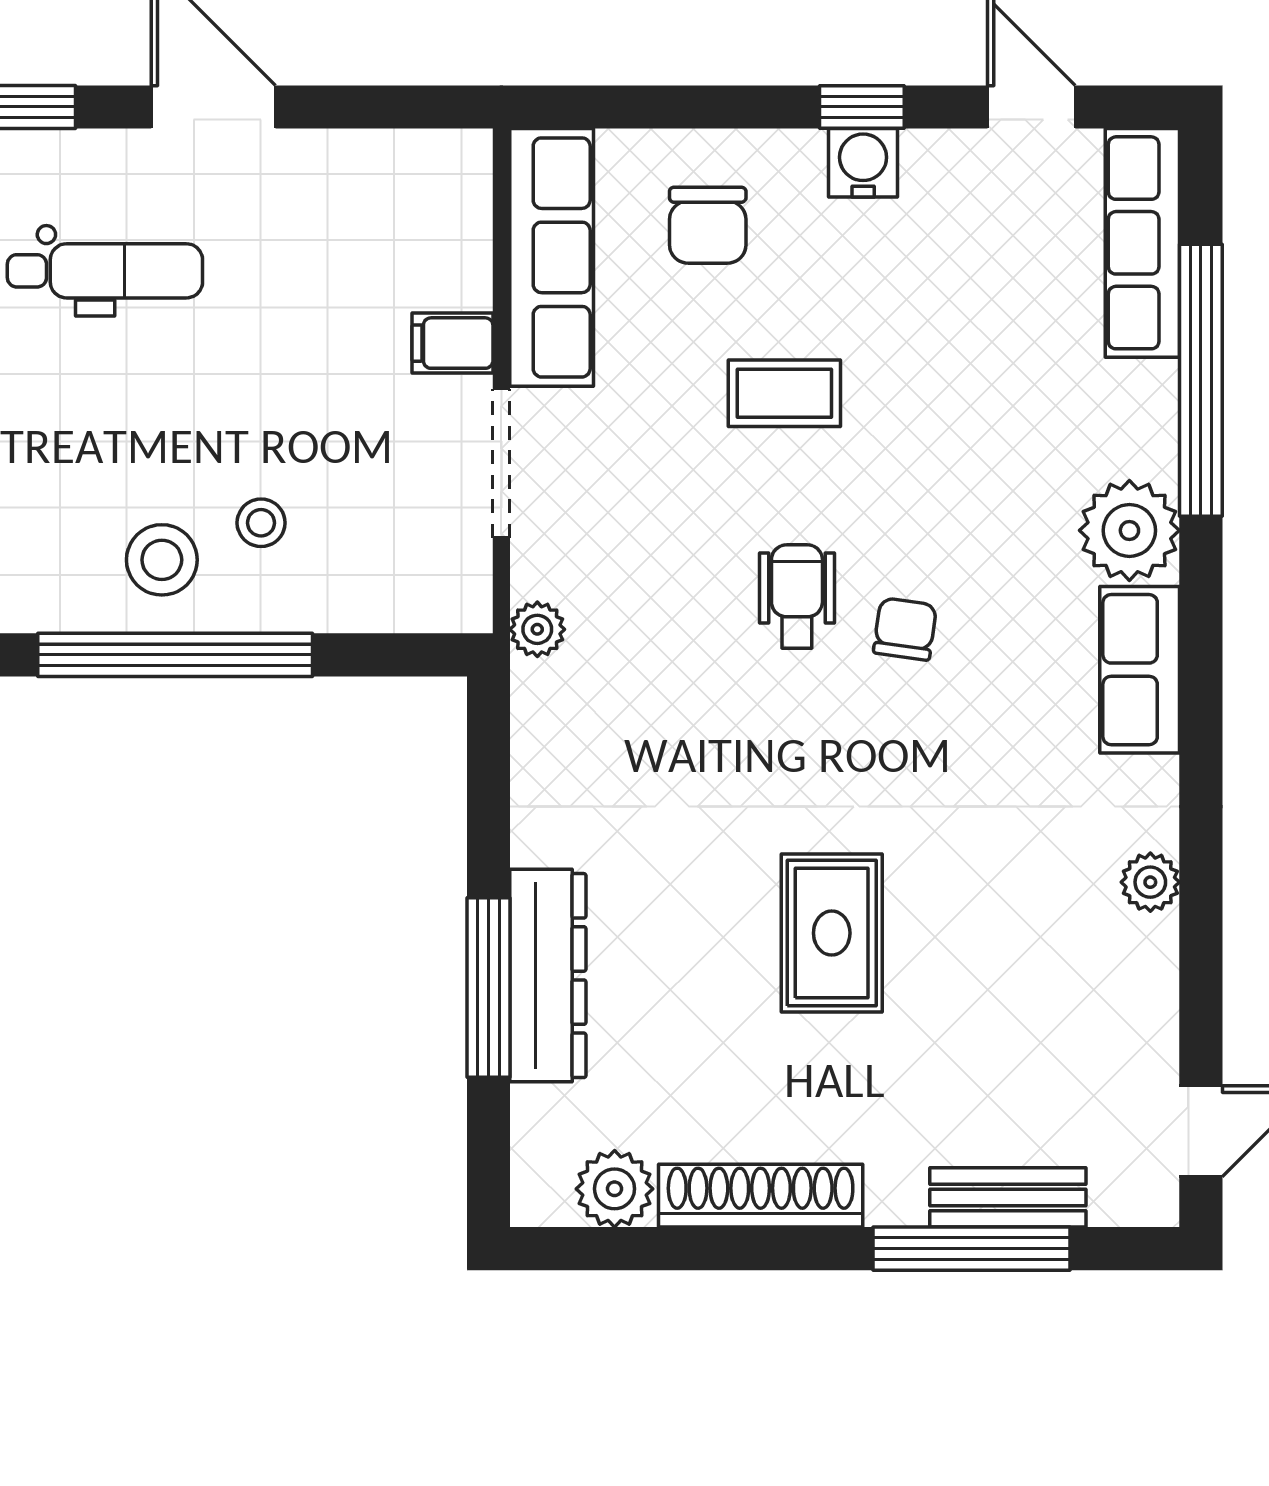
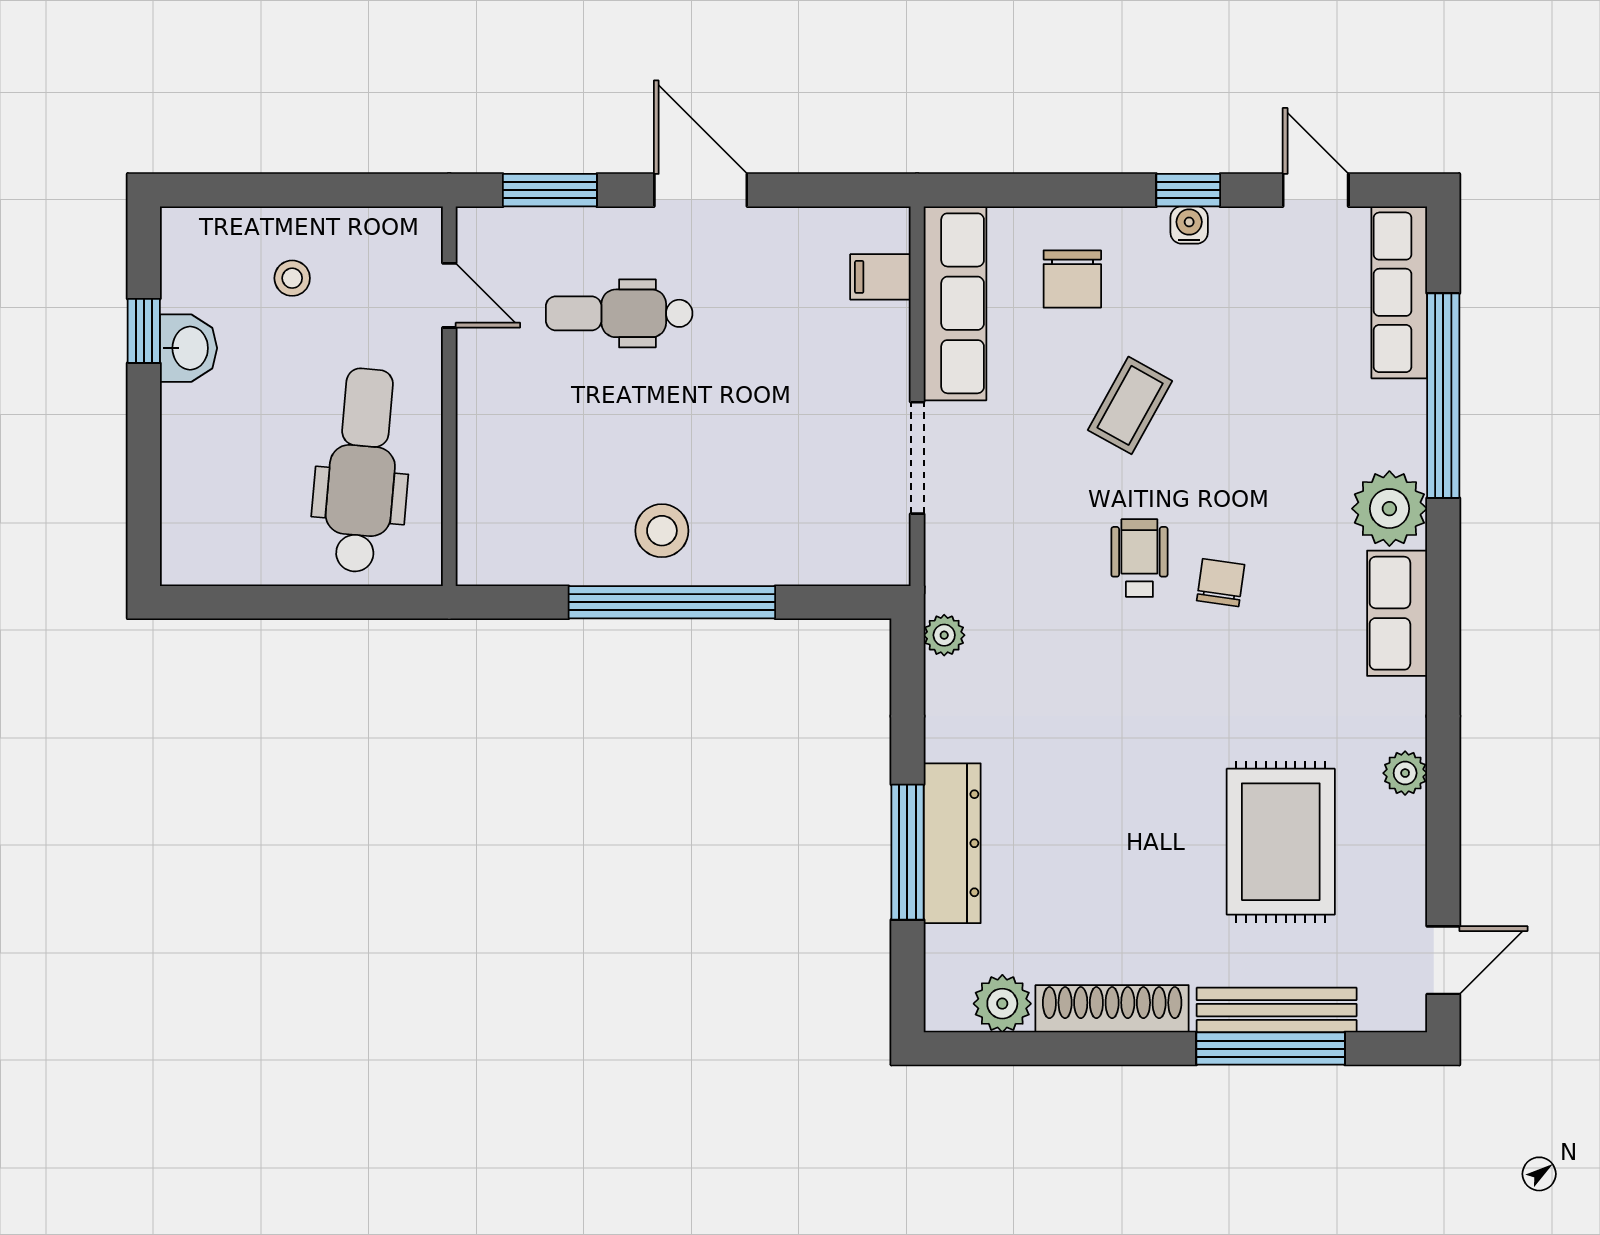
water cooler: (863, 163) -> (1189, 225), width x0.72, depth x0.72
dental chair: (105, 271) -> (619, 313), turned 180
filing cabinet: (452, 343) -> (880, 277), moved
coffee table: (784, 393) -> (1130, 405), turned -61
stool: (261, 523) -> (736, 503), removed
plant: (537, 629) -> (944, 635), moved
rug: (832, 933) -> (1281, 842), moved, width x1.36, depth x1.43
bench: (1008, 1197) -> (1277, 1010), width x1.36

